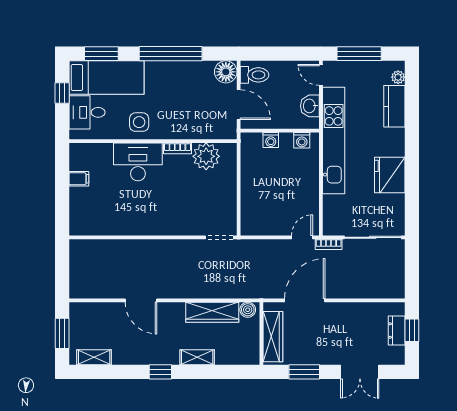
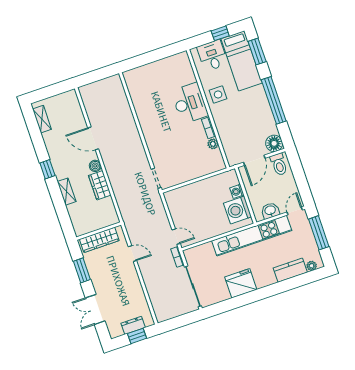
washing machine: (302, 140) -> (238, 210), width x1.89, depth x1.89
plant: (206, 156) -> (213, 144), width x0.53, depth x0.53
filing cabinet: (79, 179) -> (164, 66), removed
door: (141, 300) -> (93, 138), hinge flipped
door: (305, 300) -> (132, 254), width x0.53
boiler: (248, 310) -> (95, 166), moved
wardrobe: (212, 312) -> (100, 185), width x0.67
window: (62, 333) -> (51, 91), removed

